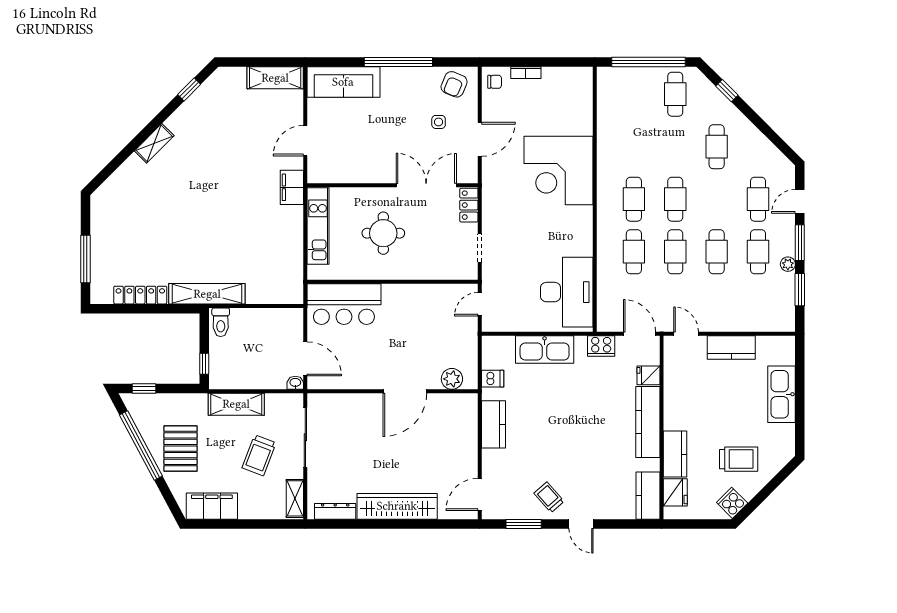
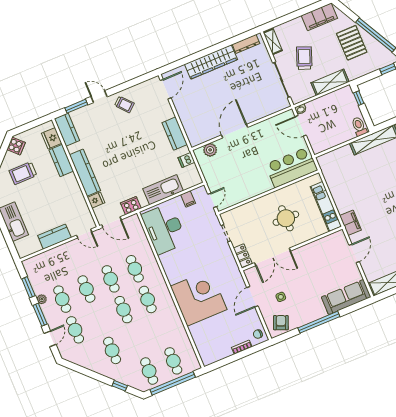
cafe table: (634, 94) -> (173, 361), added
filing cabinet: (514, 321) -> (188, 199), added
window: (524, 524) -> (76, 106), moved

